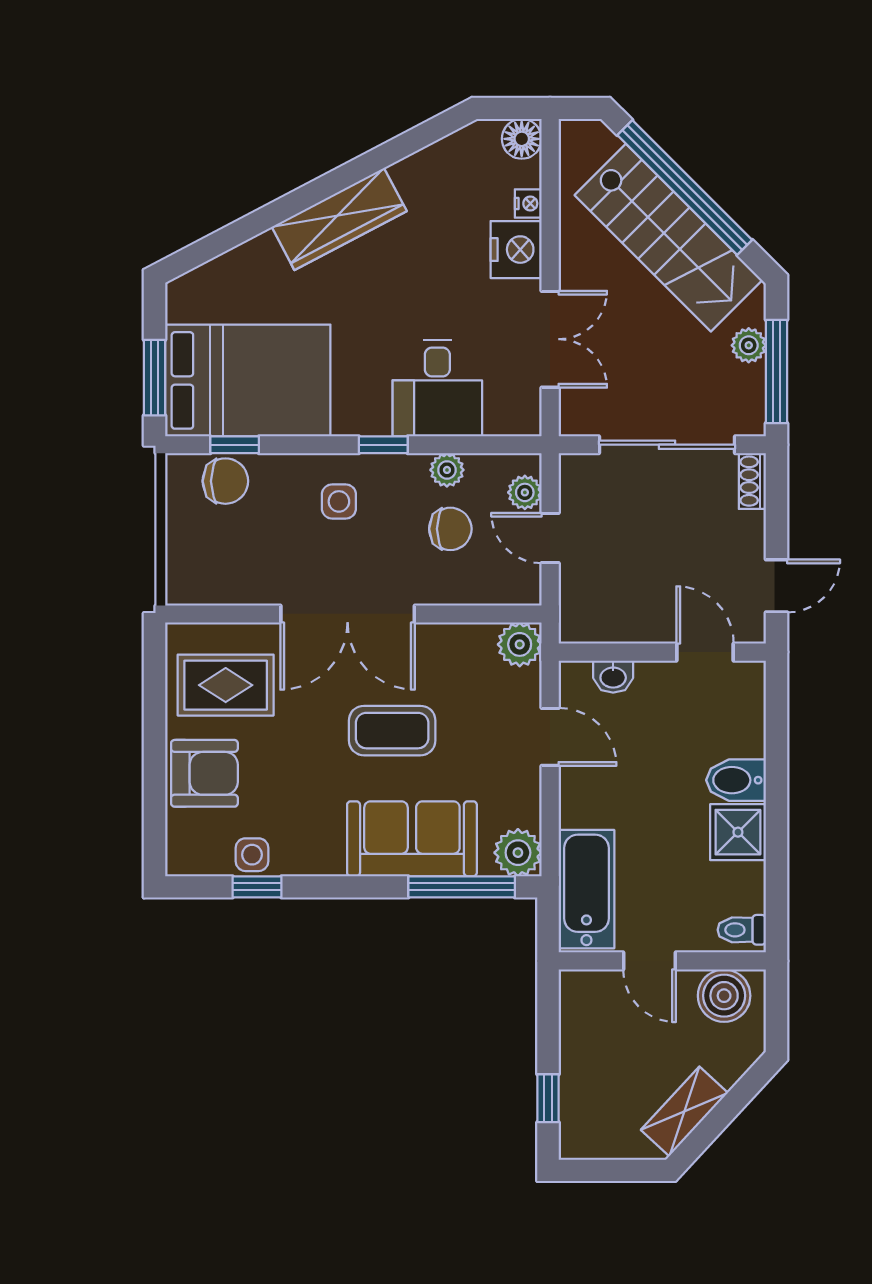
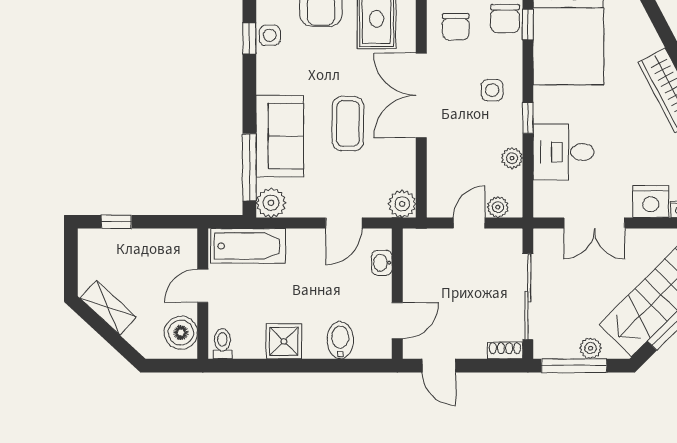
chair: (450, 529) -> (456, 27), moved
bidet: (736, 780) -> (340, 340), moved

